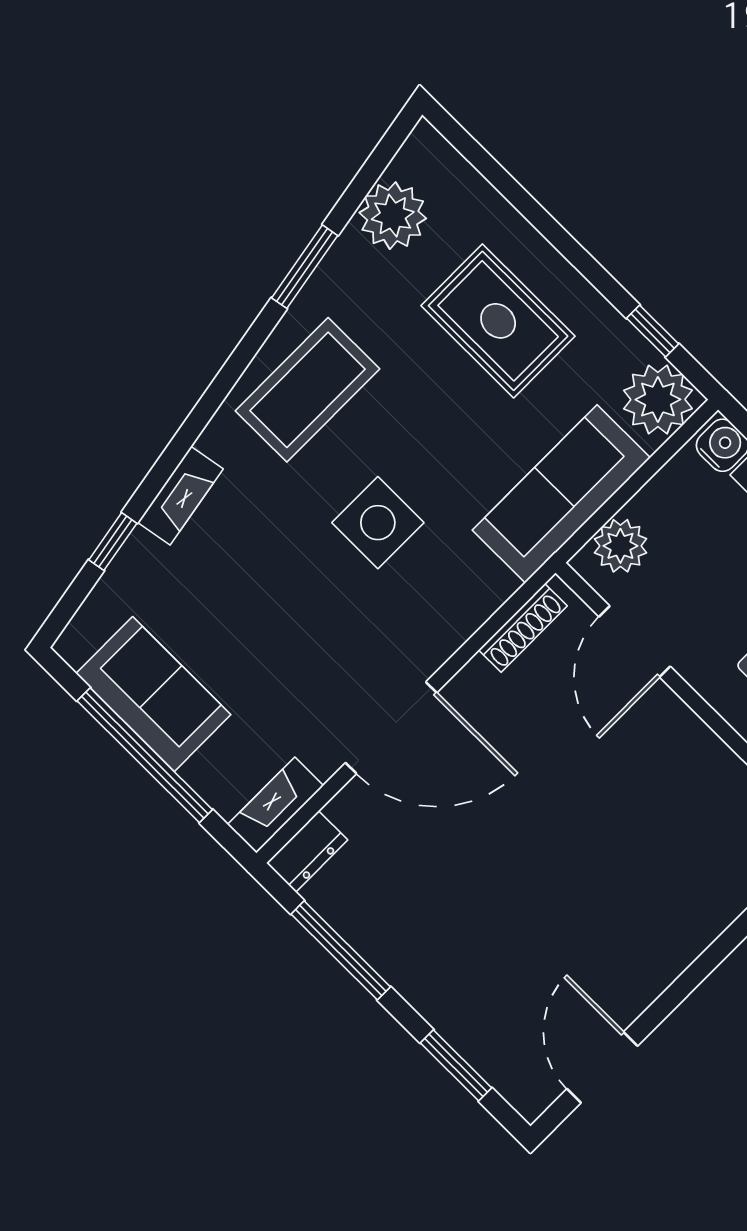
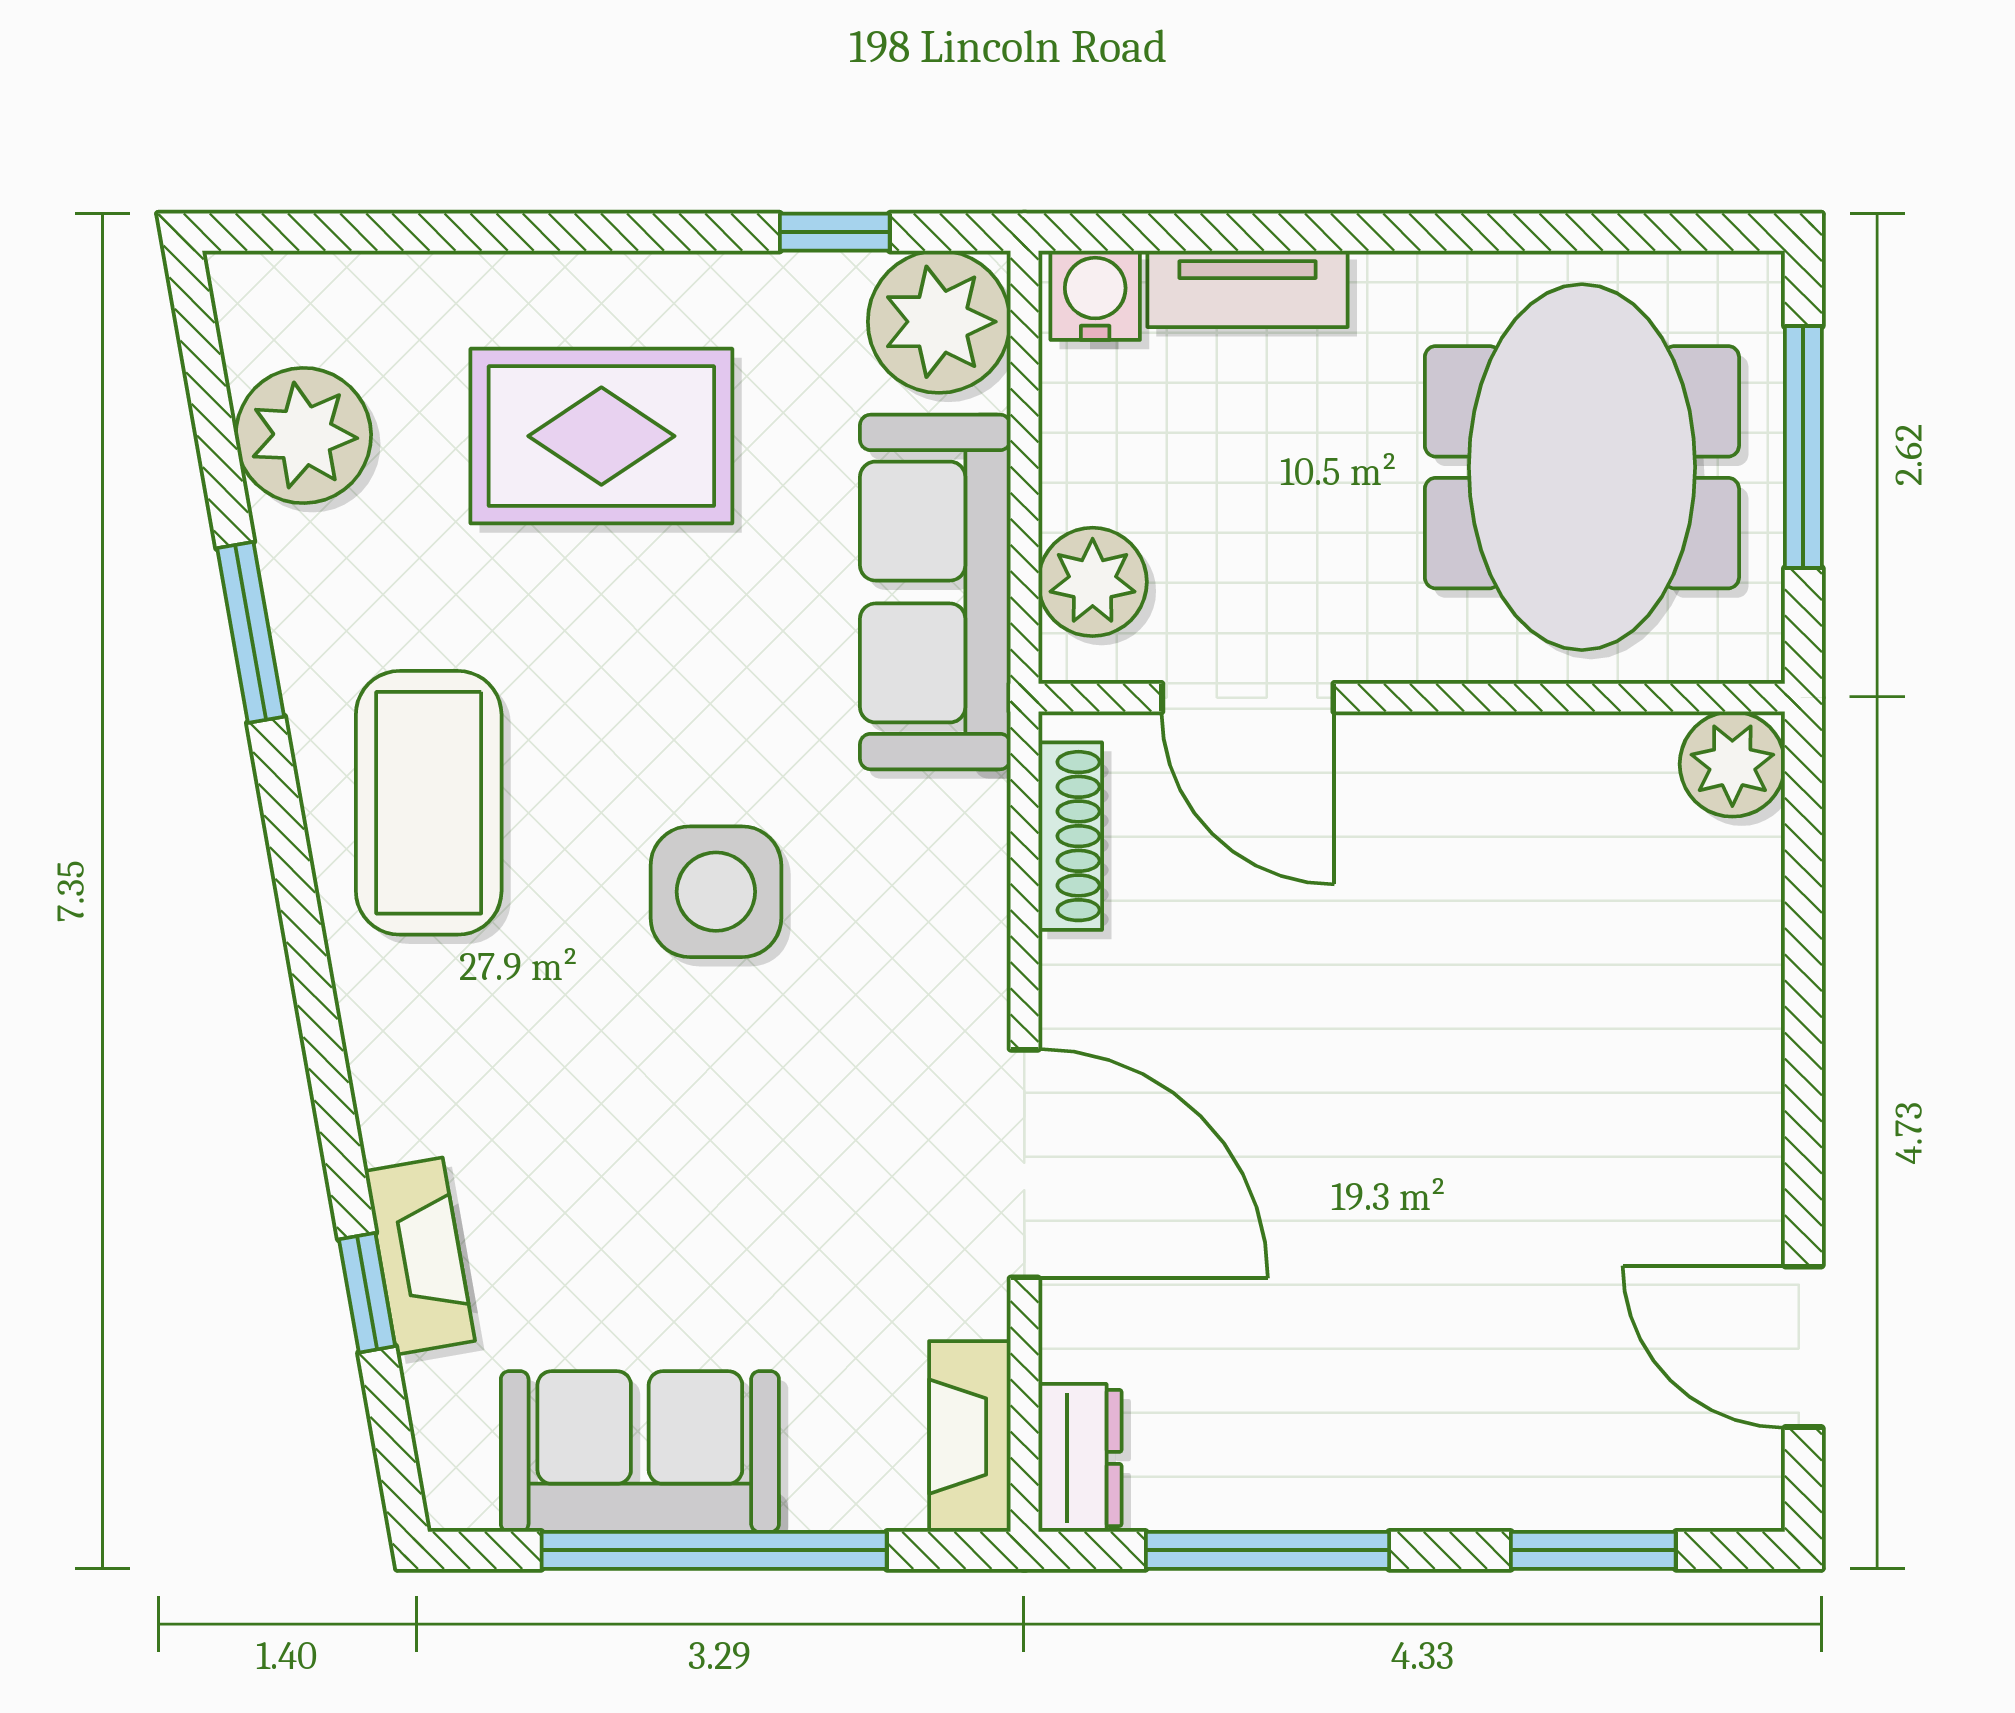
fireplace: (180, 496) -> (420, 1256), moved
door: (391, 728) -> (1024, 1164), hinge flipped

